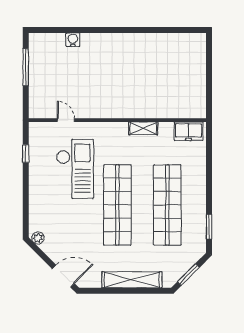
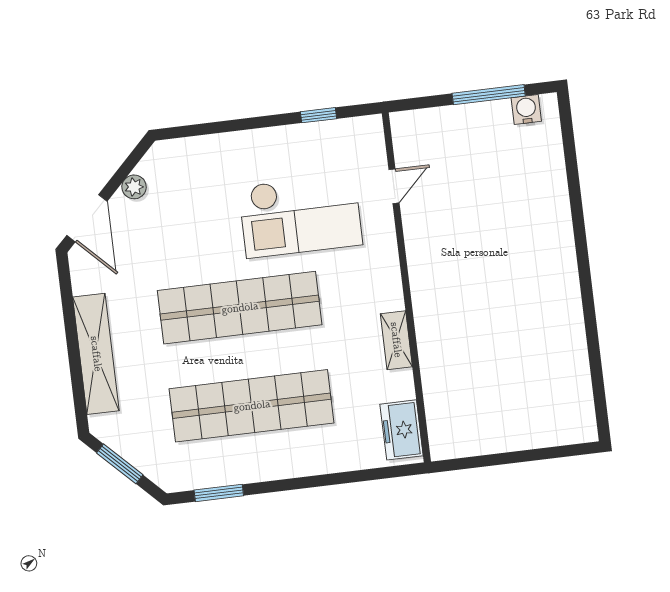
water cooler: (73, 40) -> (526, 110), moved, turned -90
plant: (38, 238) -> (134, 187), moved

